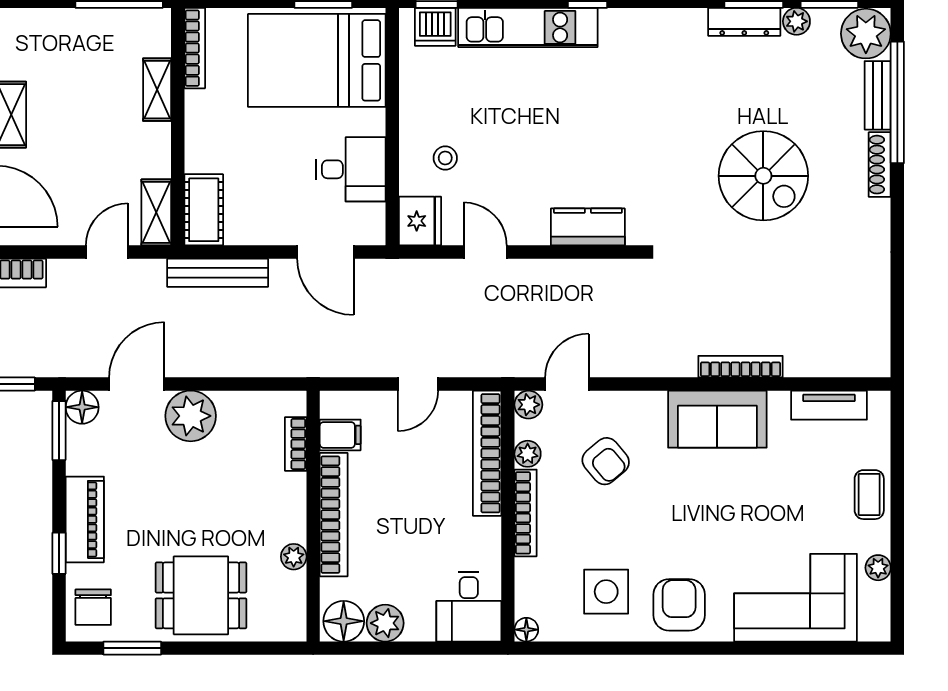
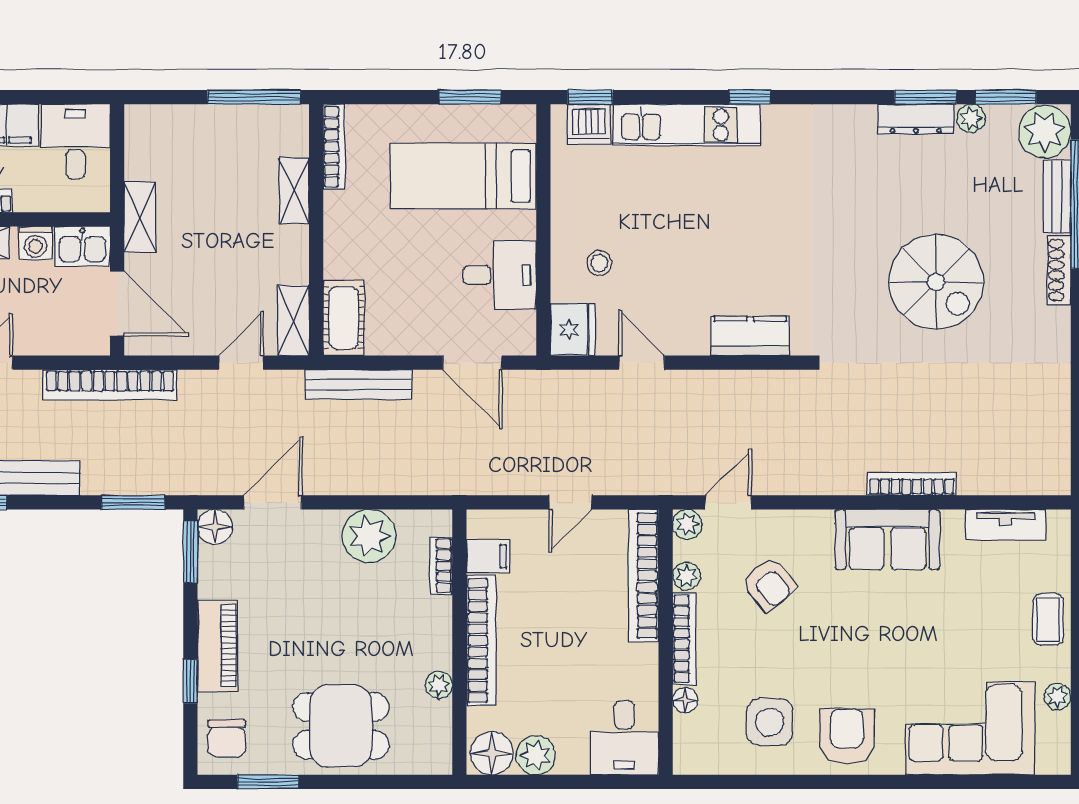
bed: (317, 60) -> (463, 176), width x0.67
plant: (191, 416) -> (369, 536), moved
floor lamp: (526, 630) -> (685, 700), moved

